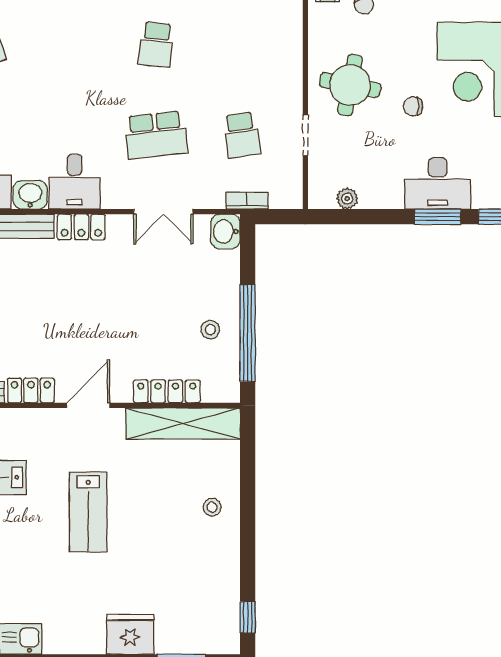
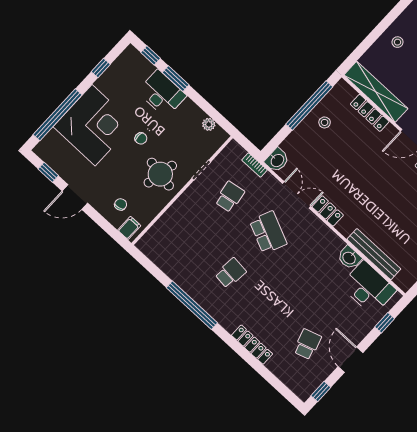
school desk: (156, 135) -> (268, 232), turned 30
desk: (75, 182) -> (324, 245), removed
locker: (81, 227) -> (328, 211), moved

